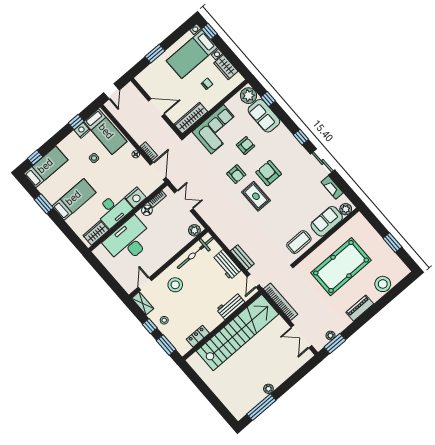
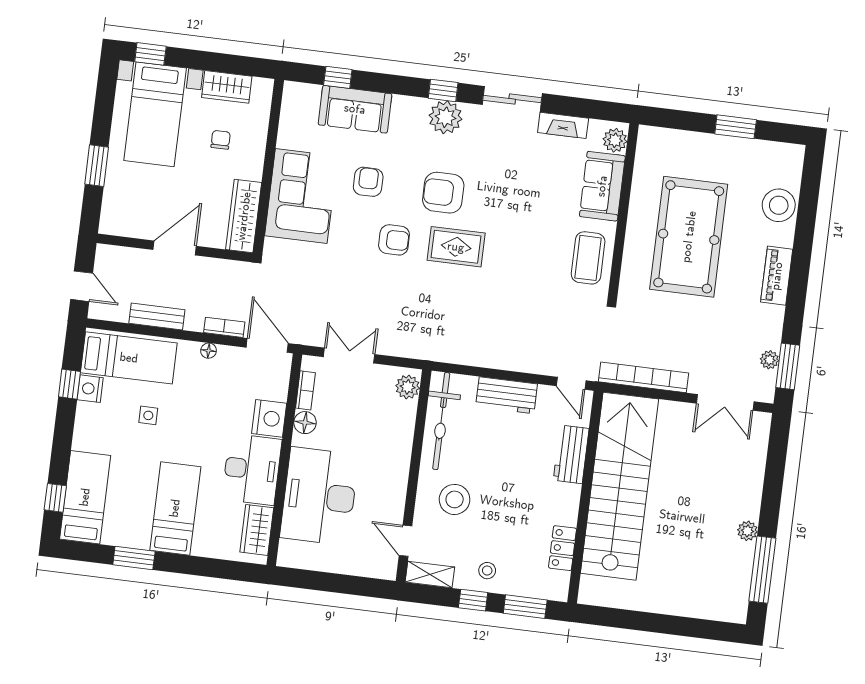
plant: (249, 96) -> (445, 117), moved
bench: (242, 257) -> (157, 316), moved

